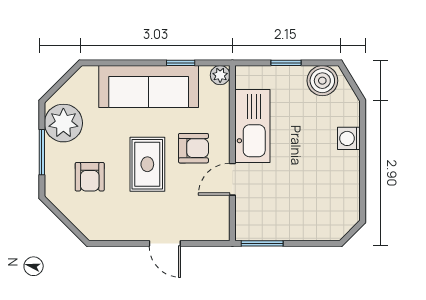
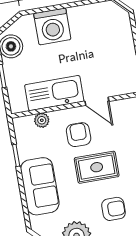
plant: (220, 75) -> (42, 120), moved
sofa: (149, 87) -> (40, 186), width x0.73
washing machine: (349, 138) -> (52, 26), width x1.89, depth x1.89

